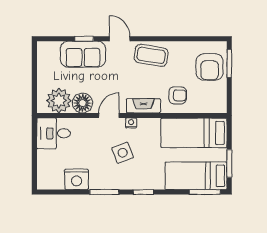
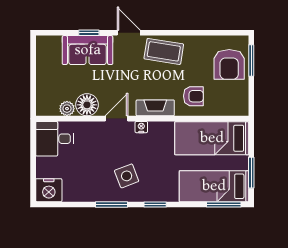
plant: (59, 101) -> (67, 109), width x0.53, depth x0.53
side table: (123, 153) -> (127, 176), moved
nightstand: (77, 179) -> (49, 190), moved

